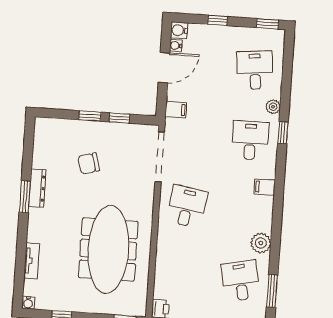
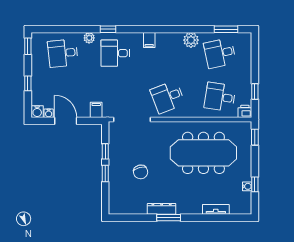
desk: (187, 206) -> (168, 97), turned -30
desk: (182, 277) -> (220, 97), added
water cooler: (28, 303) -> (247, 186), moved

